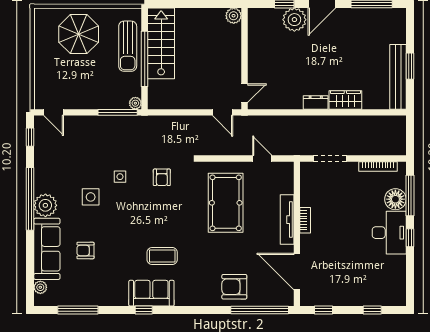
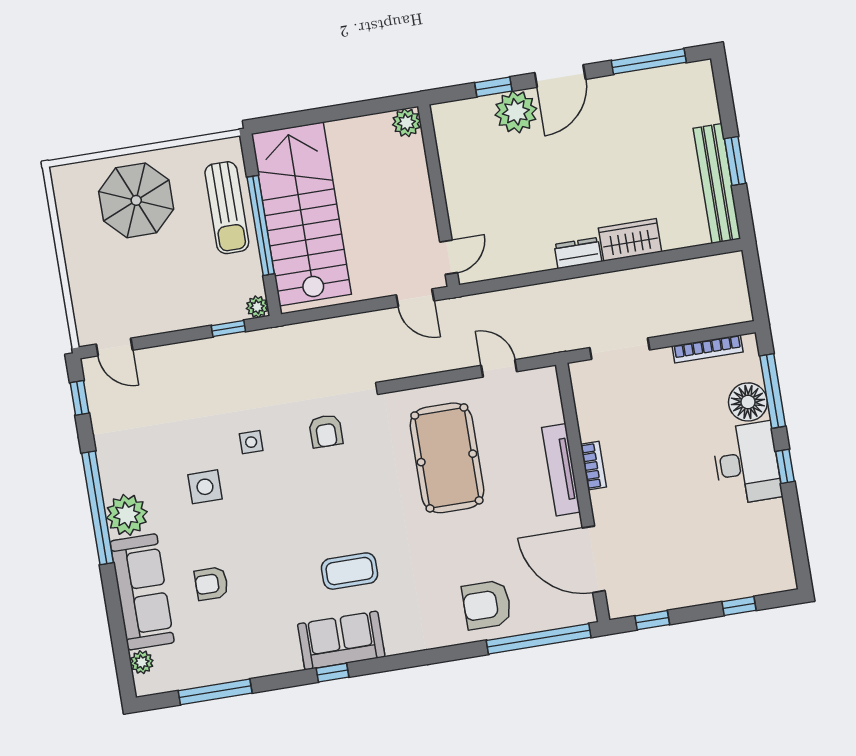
stairs: (161, 43) -> (301, 214), width x1.36, depth x1.51
window: (118, 112) -> (228, 328), width x0.46

